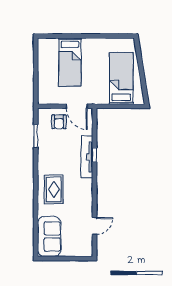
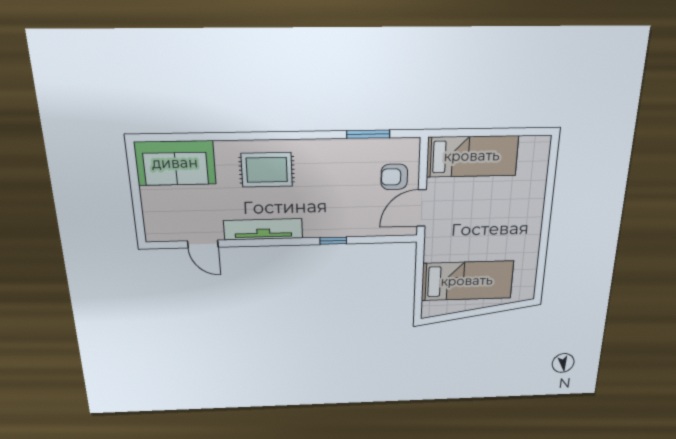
bed: (70, 62) -> (472, 156), moved, turned 180
tv unit: (87, 157) -> (263, 229), moved

